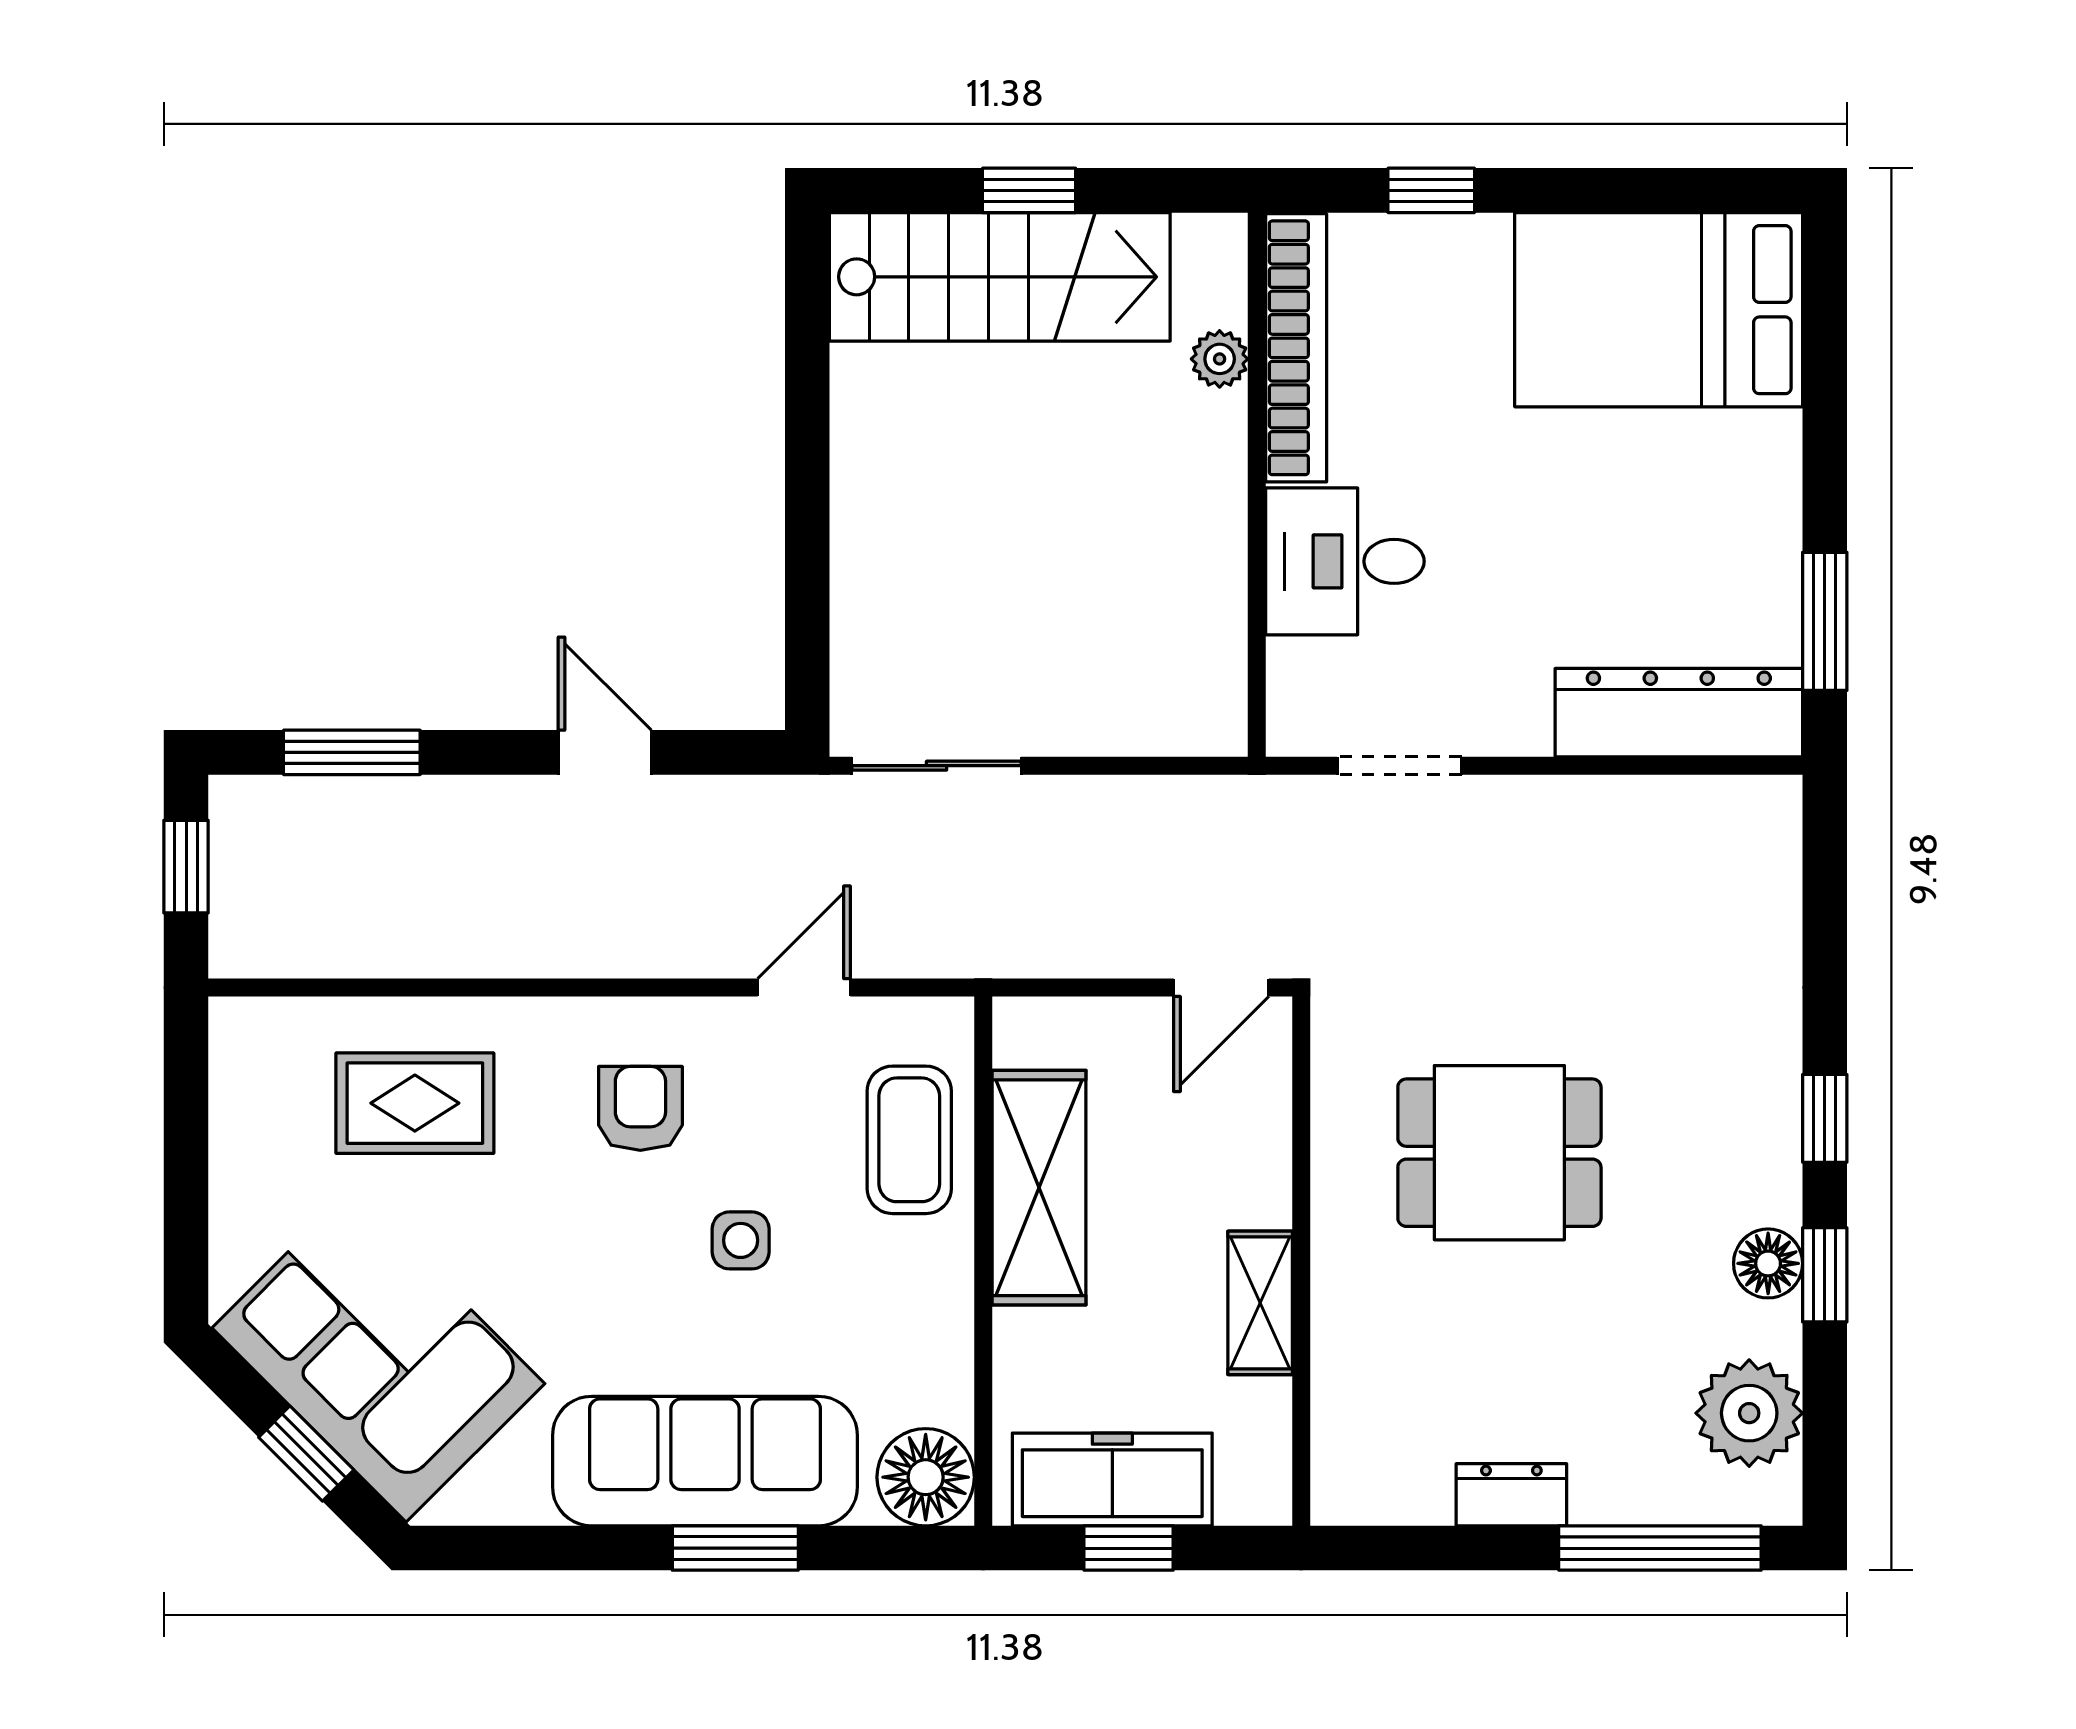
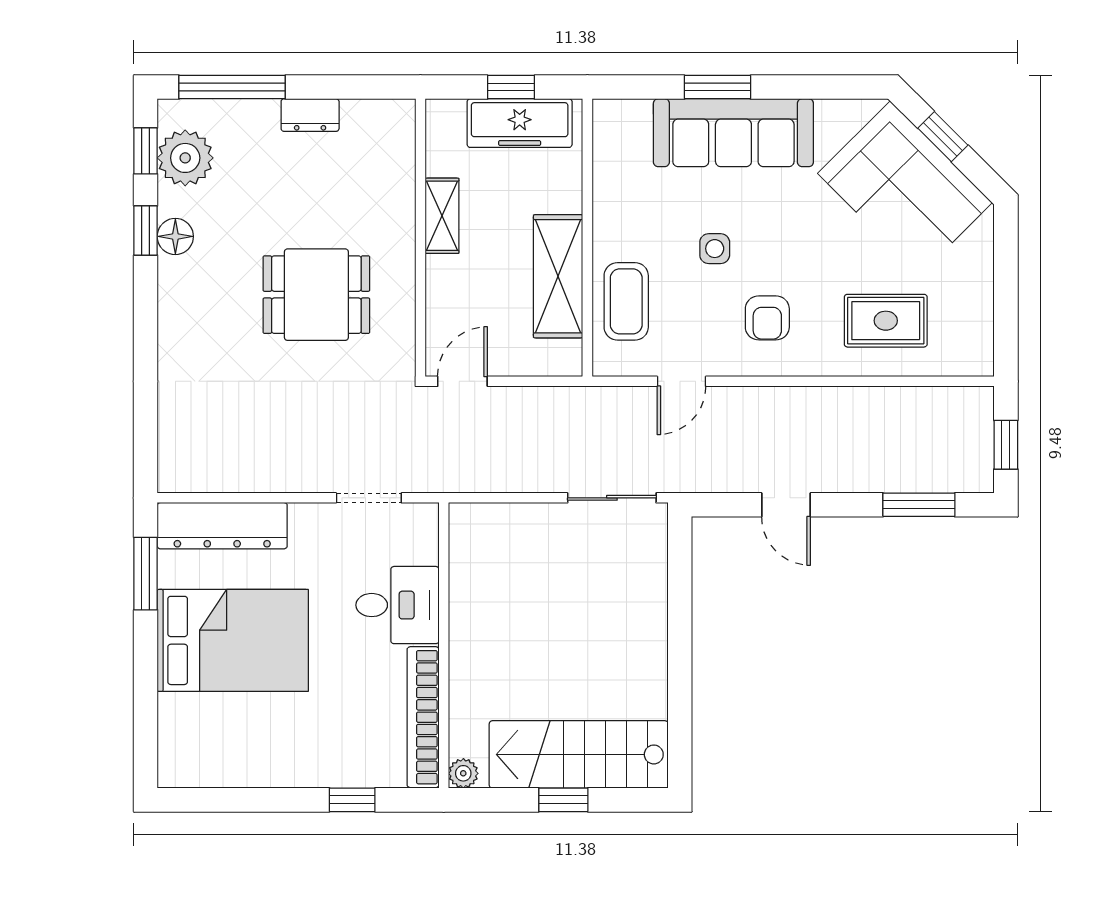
bed: (1659, 310) -> (233, 640), moved
plant: (1220, 359) -> (463, 773), moved
window: (1825, 1118) -> (146, 151), moved
floor lamp: (926, 1477) -> (618, 124), removed

